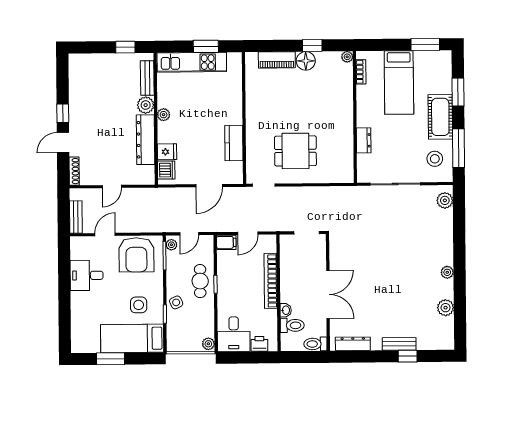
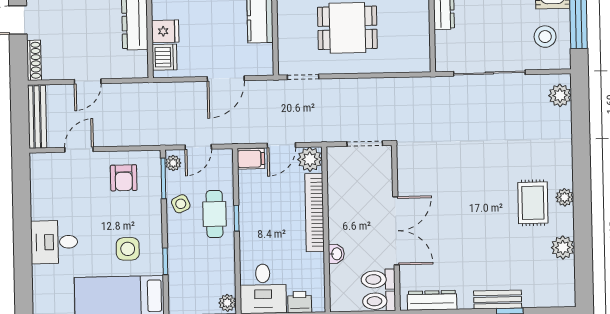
bench: (76, 217) -> (37, 117), width x1.36
plant: (268, 243) -> (310, 159), added
armchair: (136, 255) -> (124, 178), width x0.53, depth x0.53
desk: (87, 275) -> (54, 242), moved
rug: (425, 276) -> (533, 203), added
side table: (176, 302) -> (181, 204), moved
toilet: (292, 325) -> (378, 279), moved, turned 180

